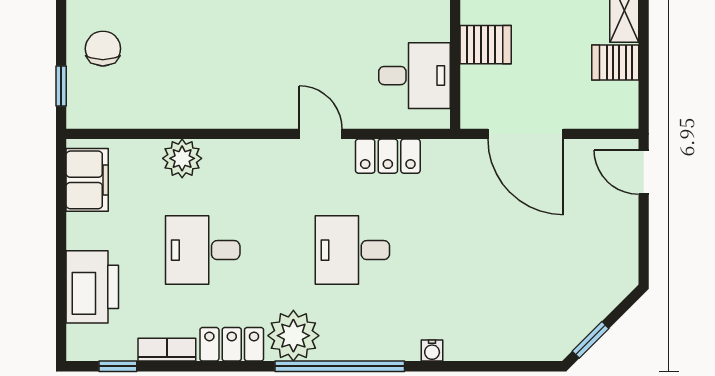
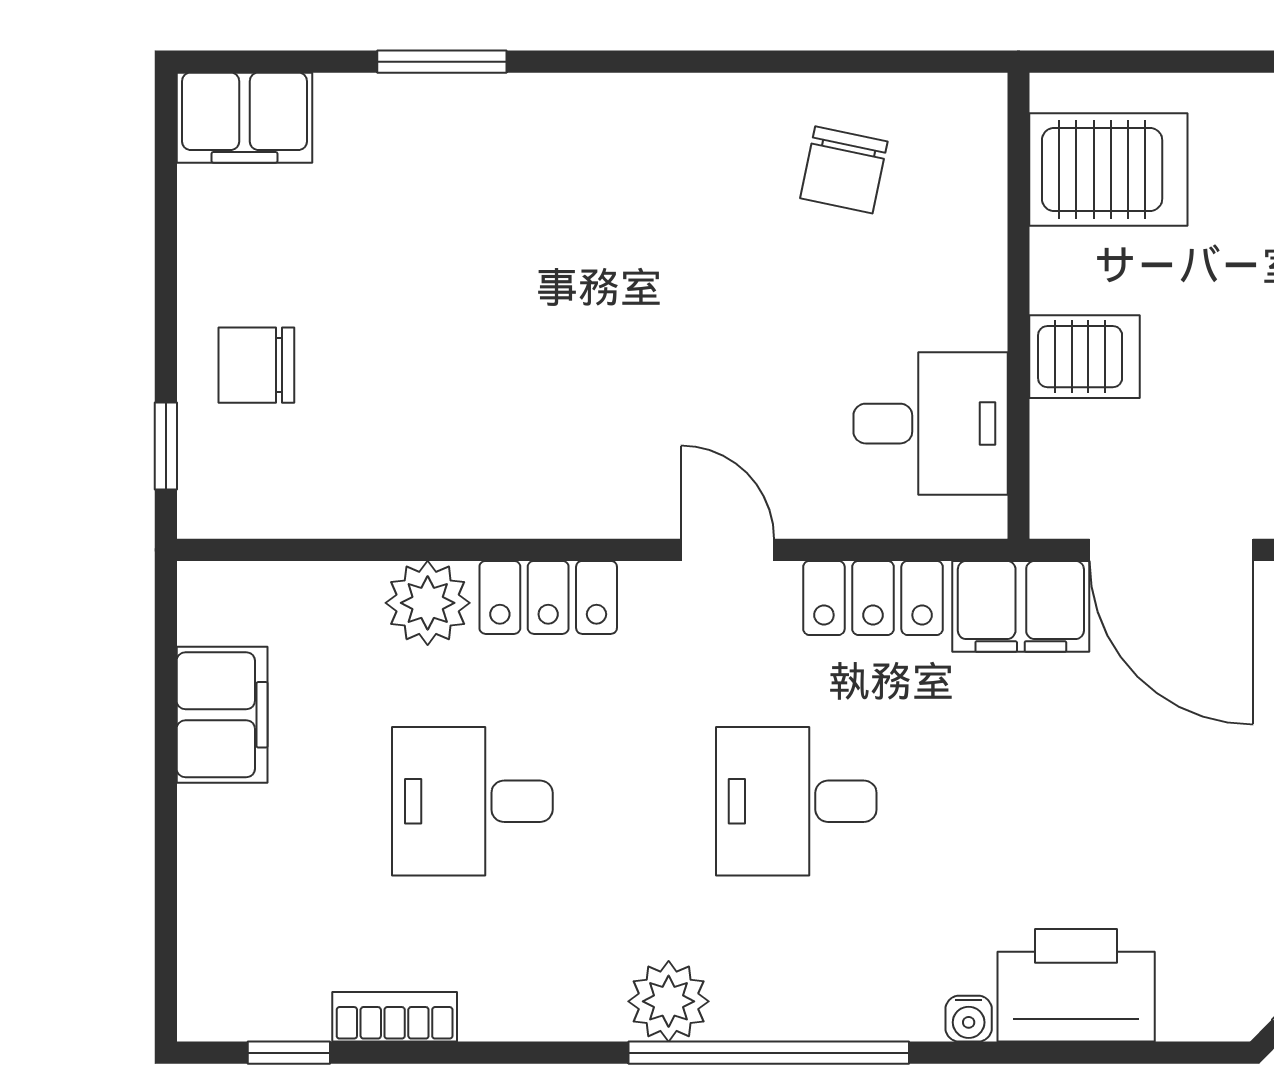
chair: (103, 49) -> (256, 365), turned -90
filing cabinet: (456, 160) -> (1021, 606), added
filing cabinet: (87, 180) -> (222, 715), moved
printer: (92, 287) -> (1076, 985), moved, turned -90
plant: (293, 336) -> (669, 1001), width x0.73, depth x0.73
locker: (232, 344) -> (548, 597), moved, turned 180

